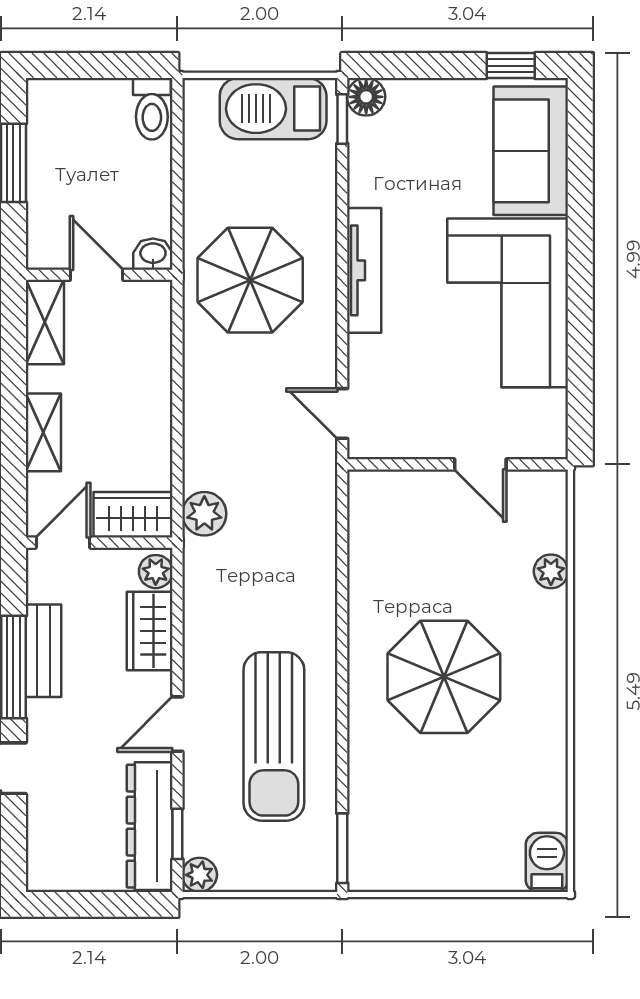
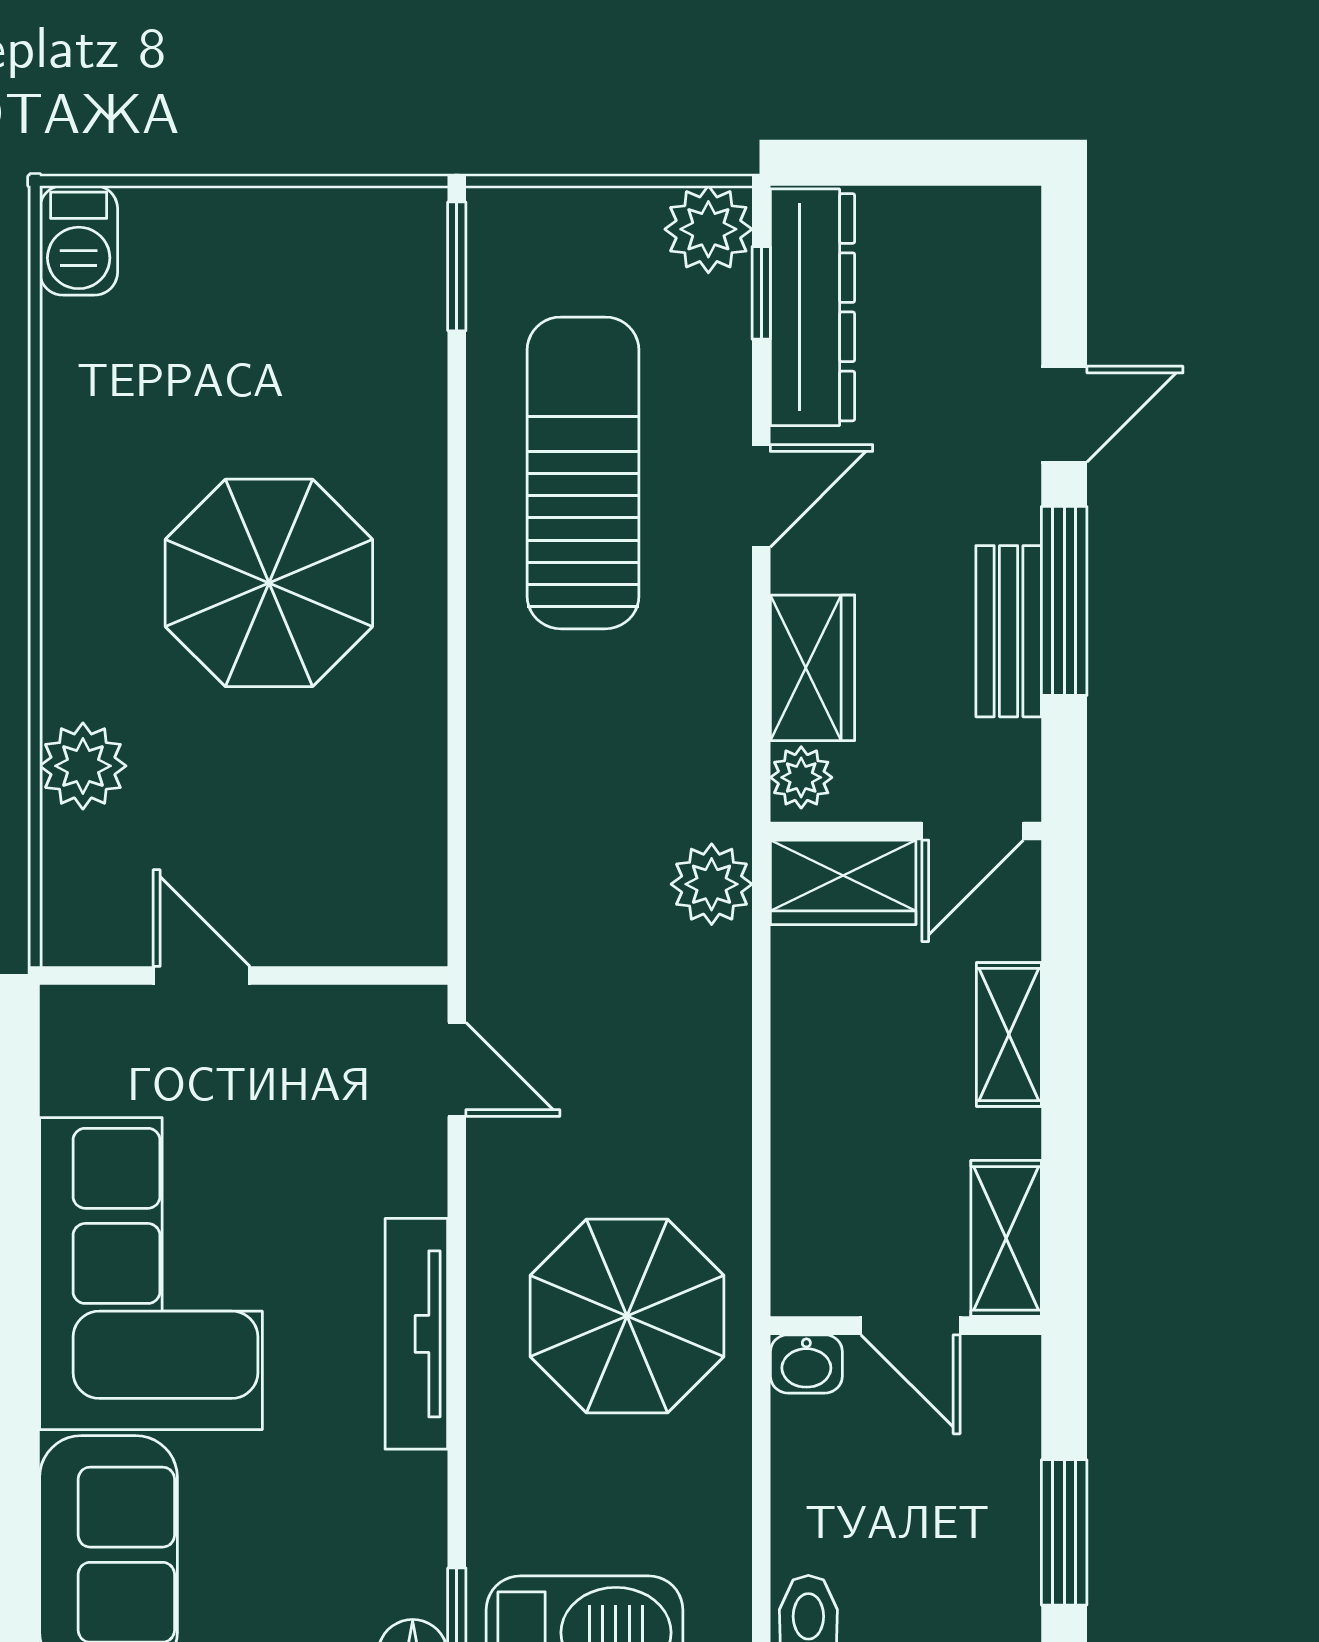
plant: (551, 571) -> (83, 766), width x1.38, depth x1.38
plant: (200, 875) -> (708, 229), width x1.38, depth x1.38

